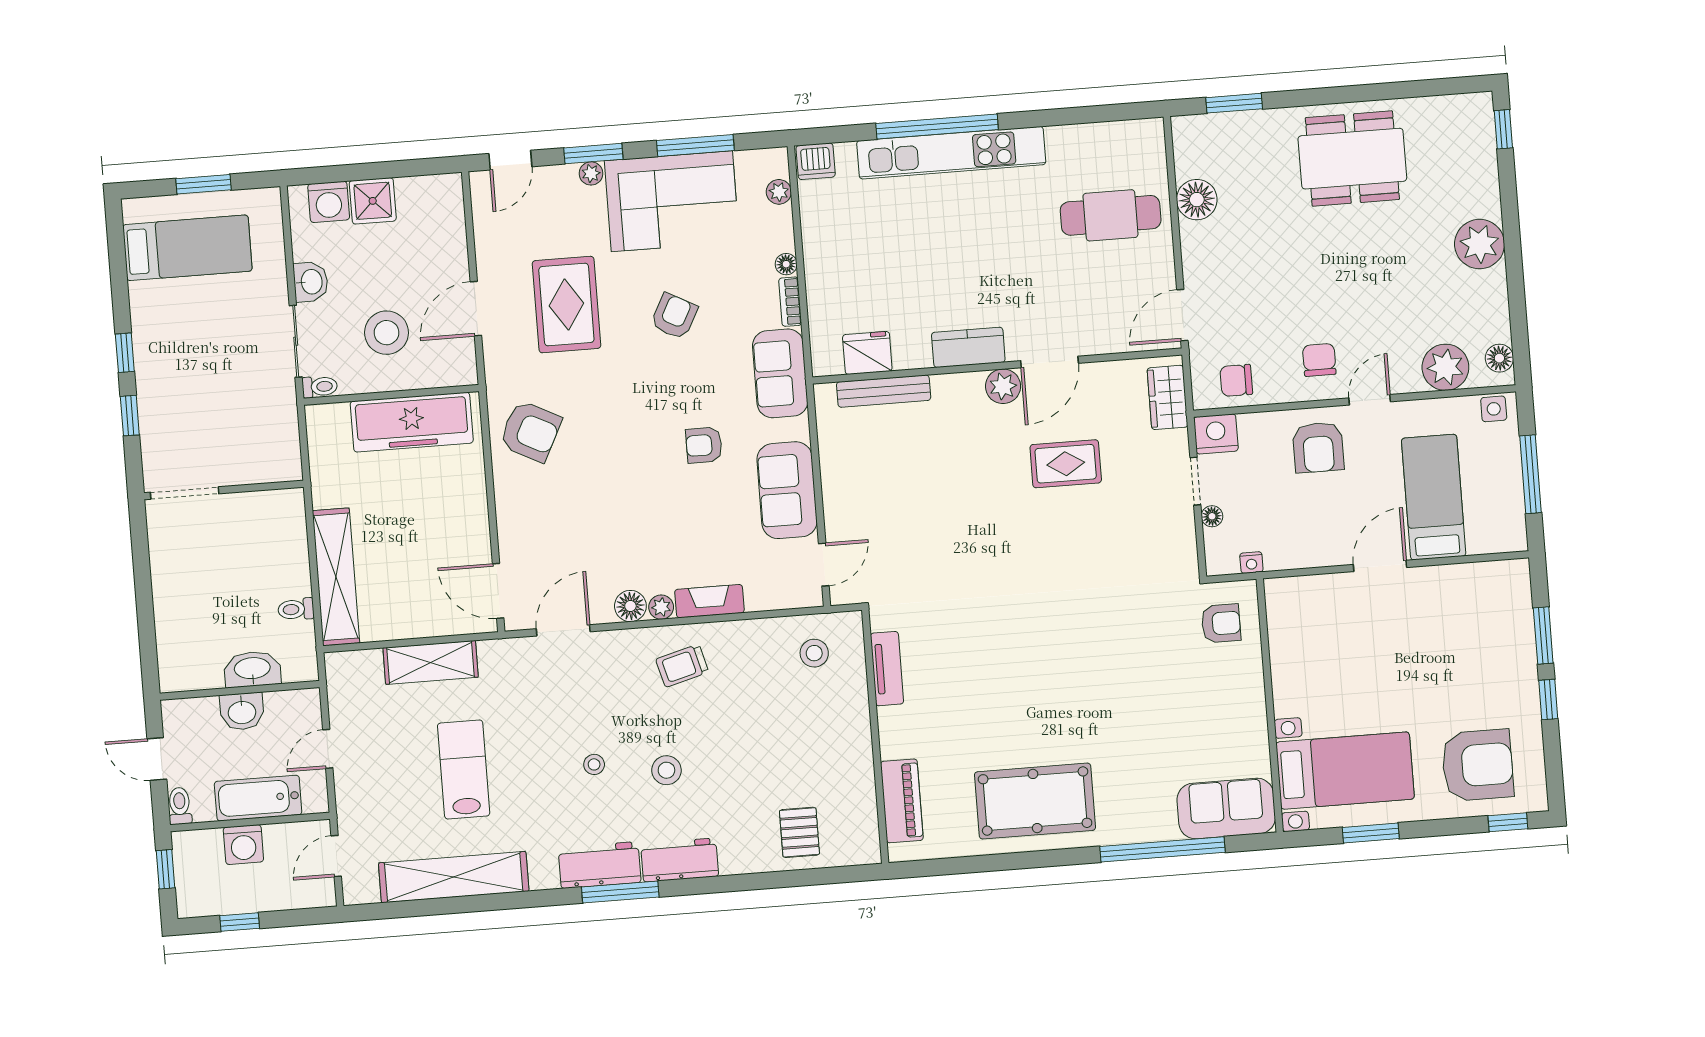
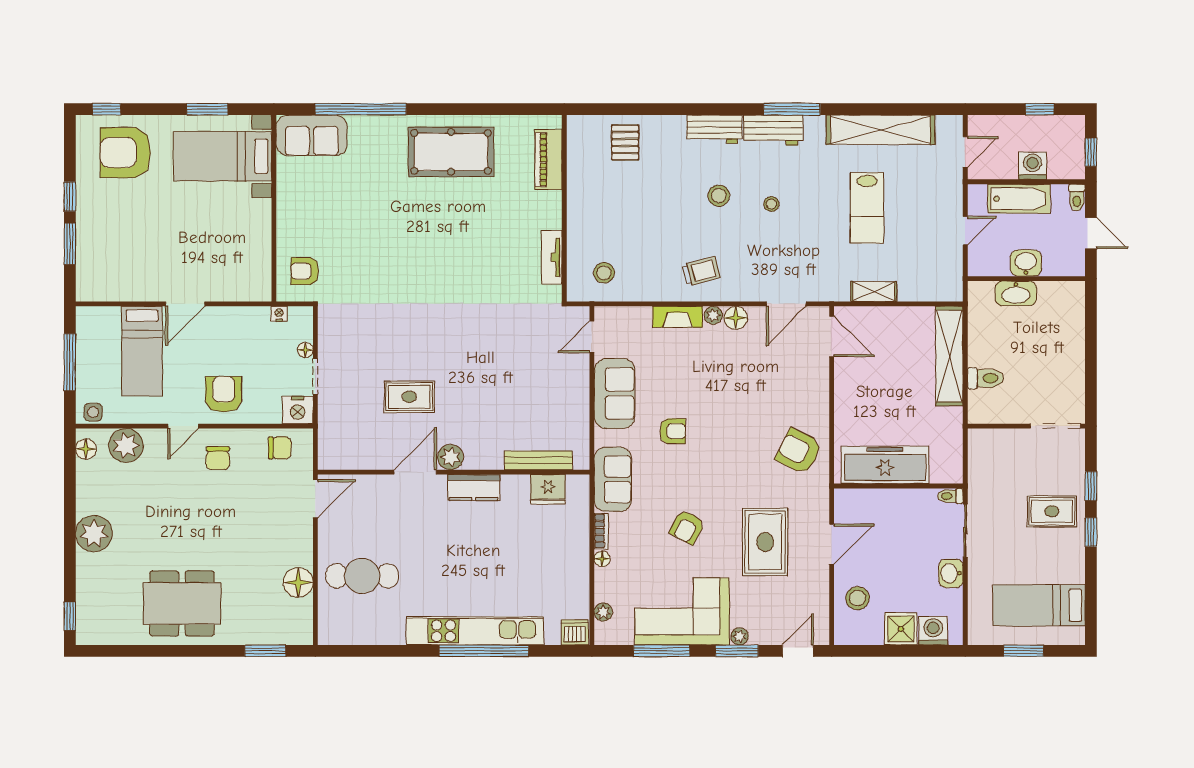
stool: (387, 333) -> (857, 598), moved, width x0.73, depth x0.73
rug: (180, 377) -> (1052, 511), added
wardrobe: (1168, 397) -> (331, 439), removed
toilet: (296, 609) -> (985, 378), moved, width x1.37, depth x1.39
shelving: (431, 662) -> (874, 291), width x0.67, depth x0.75
window: (620, 892) -> (792, 109), moved

